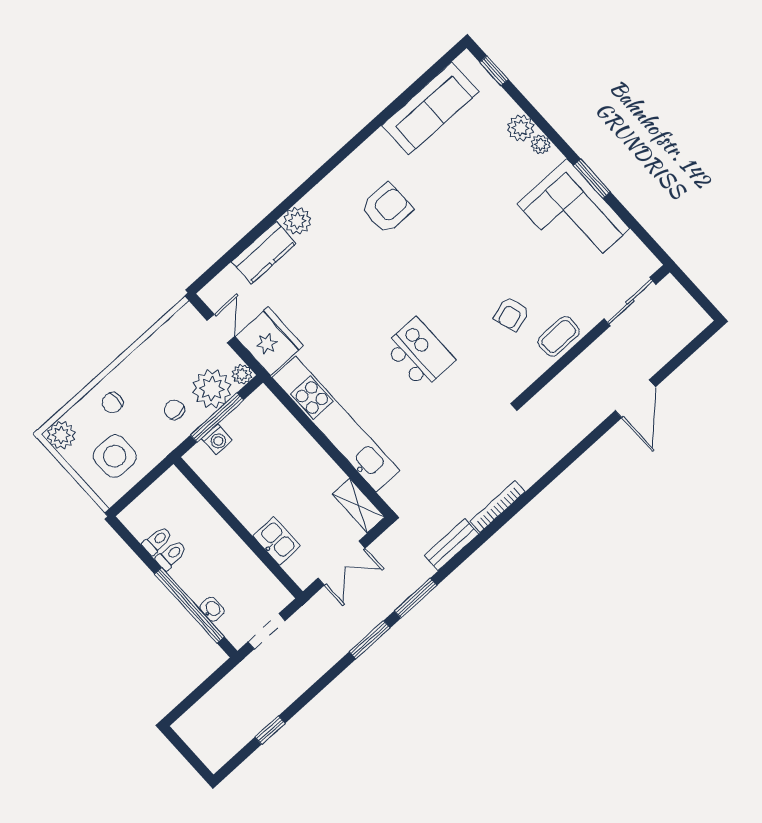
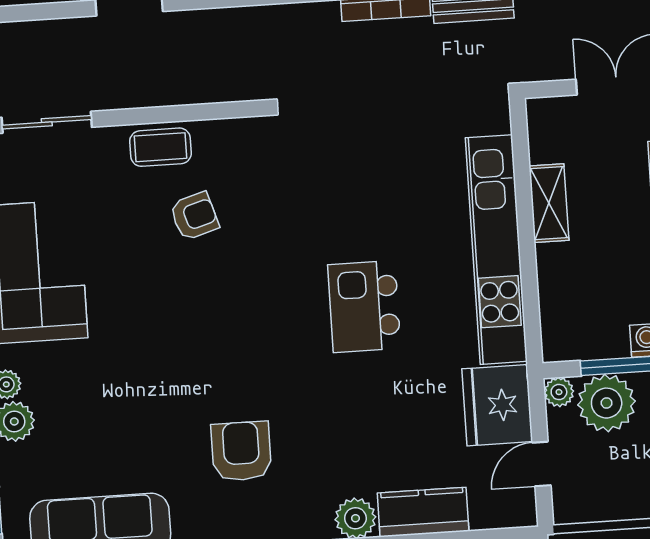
armchair: (387, 208) -> (241, 451), turned 90
kitchen island: (419, 353) -> (364, 306), moved
shelving: (359, 506) -> (549, 203), moved

